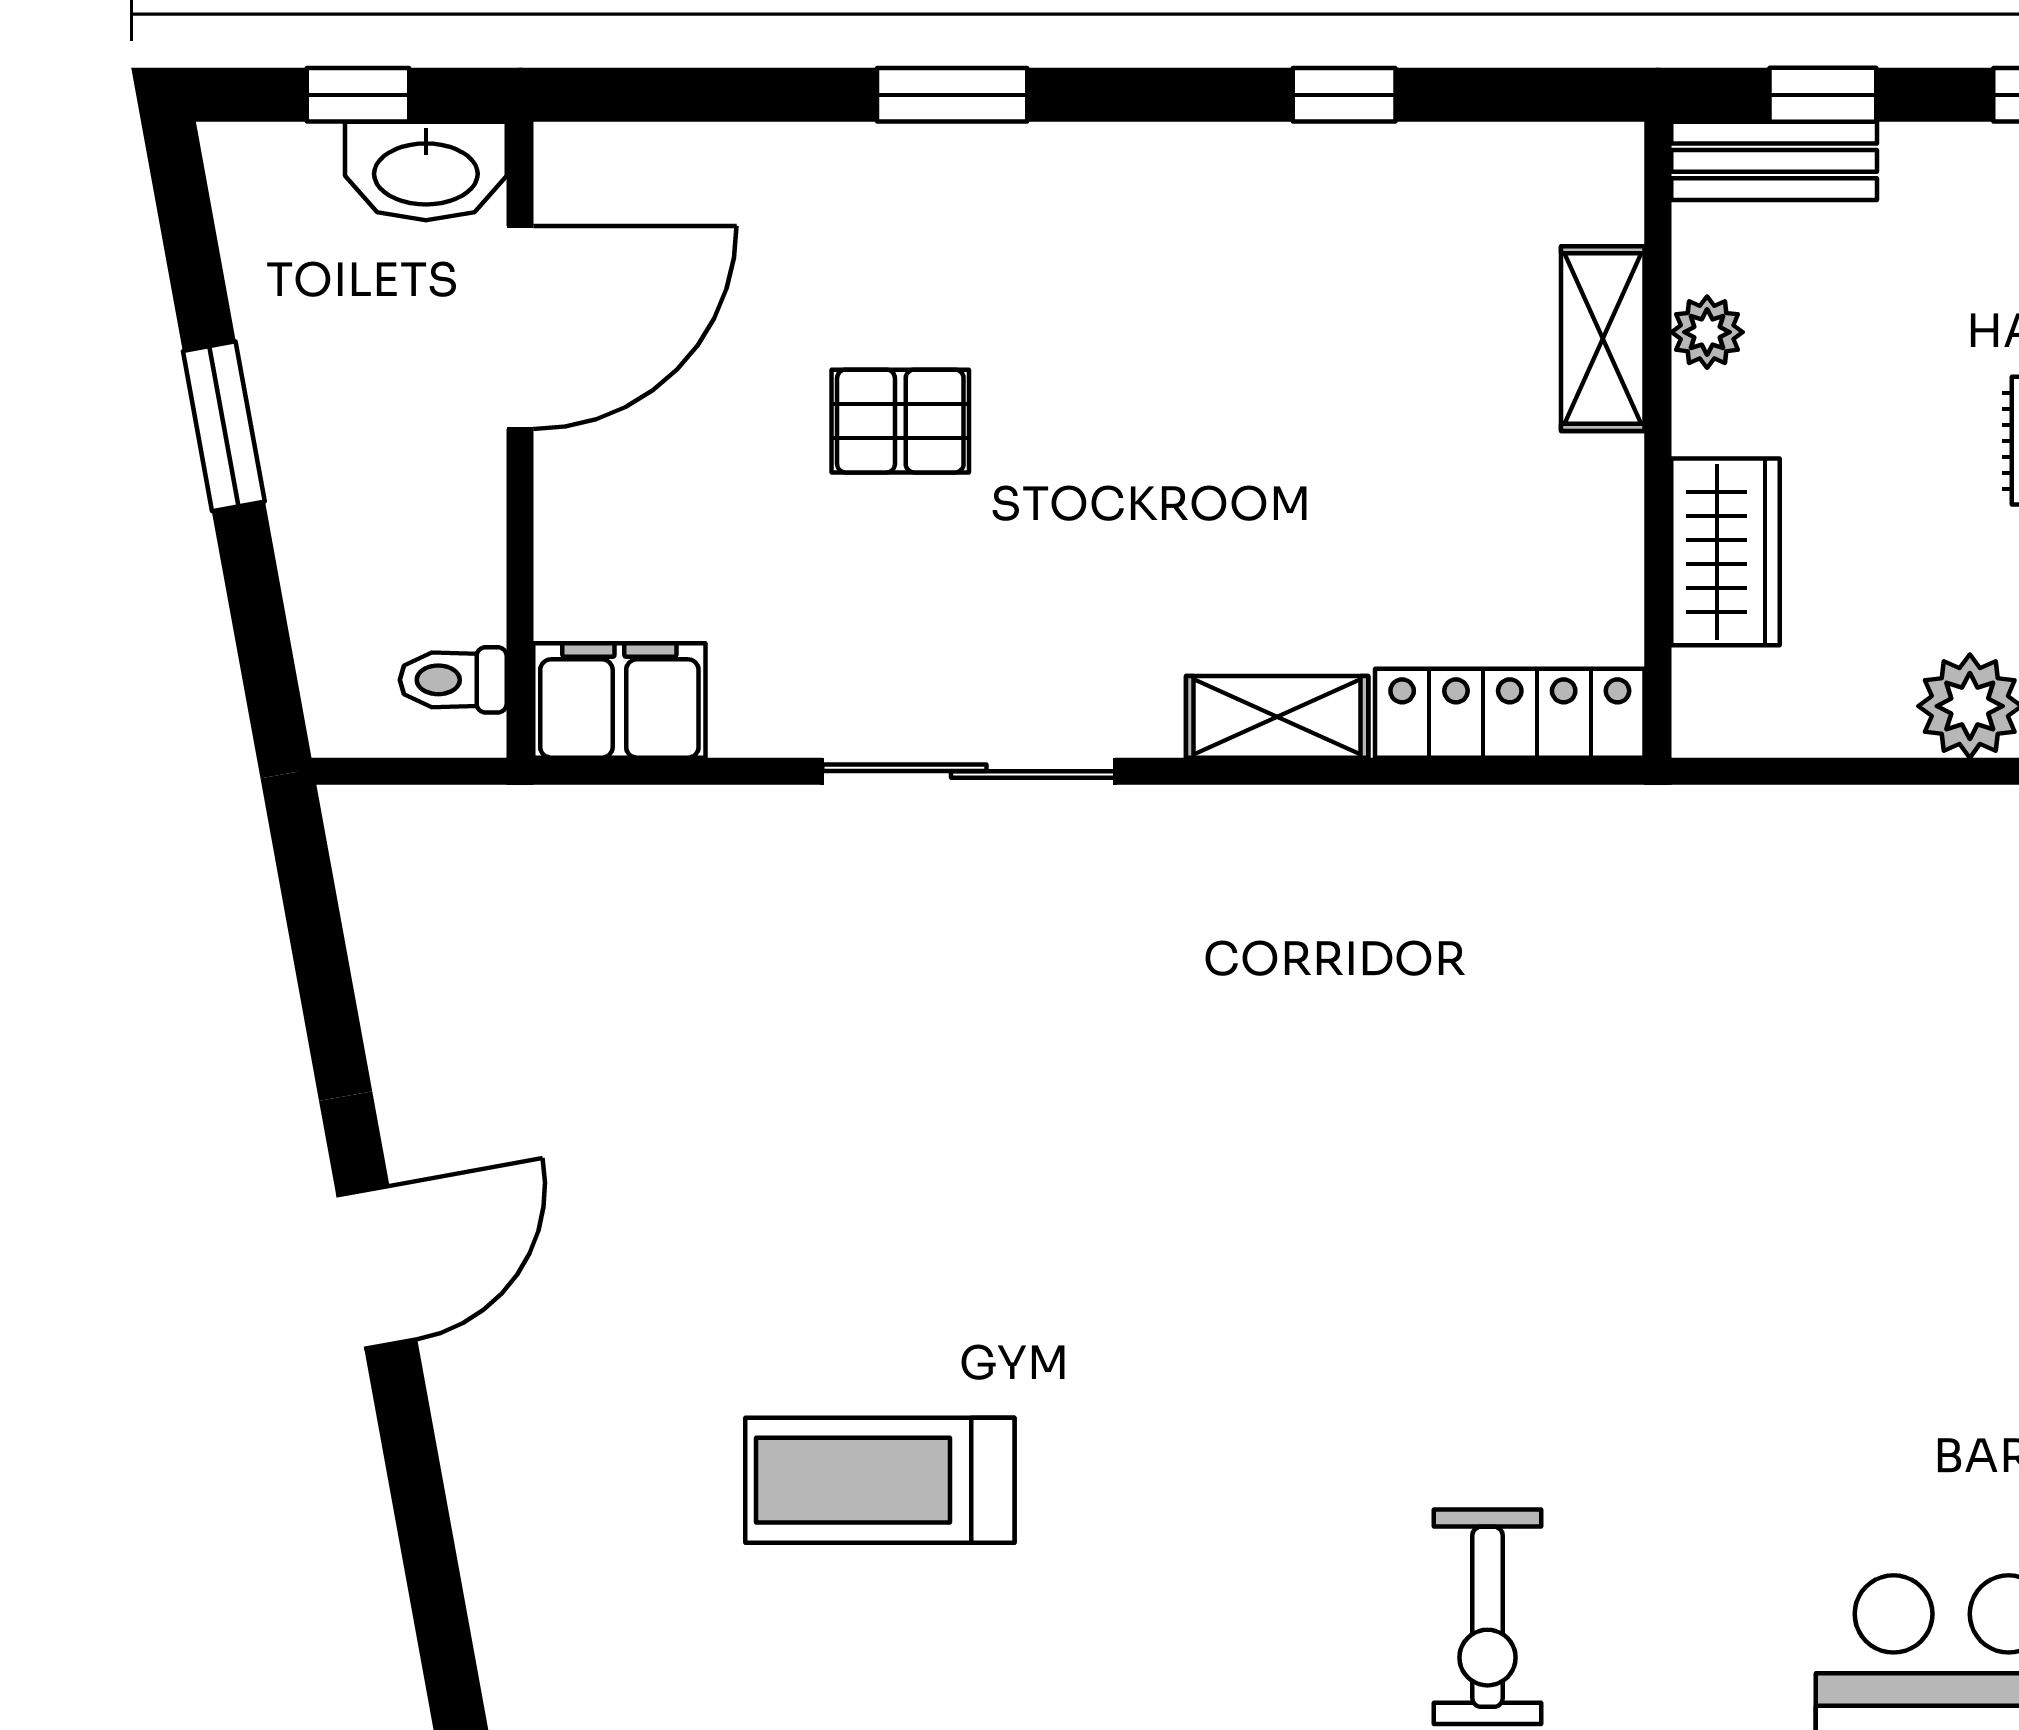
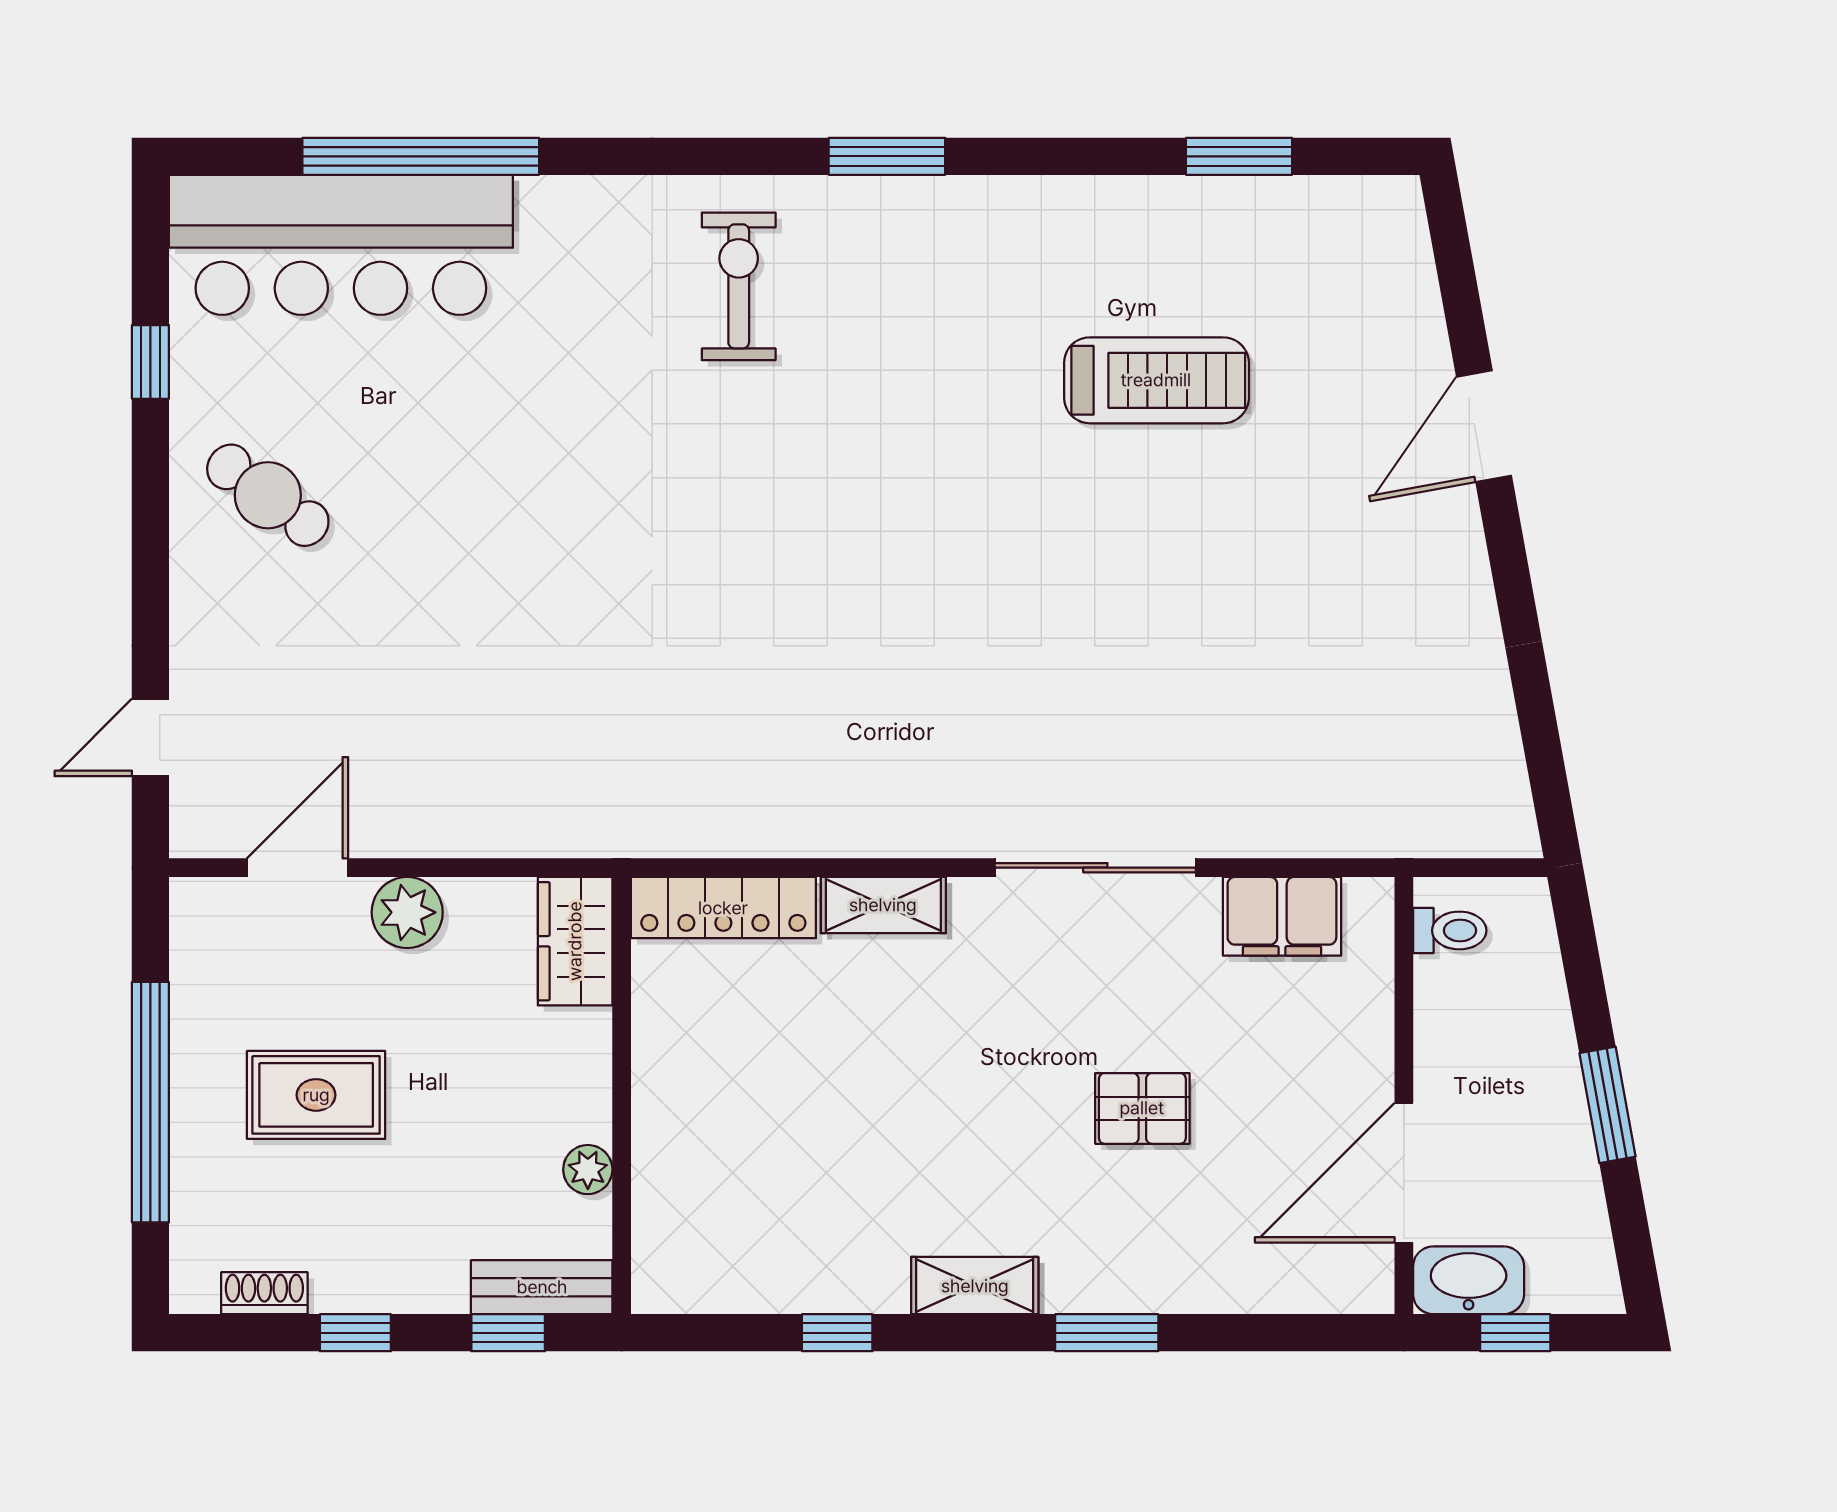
shelving: (1603, 339) -> (975, 1286), moved, turned 90
wardrobe: (1726, 552) -> (575, 941), moved
filing cabinet: (619, 700) -> (1282, 916), moved
door: (377, 1267) -> (1484, 426), moved

